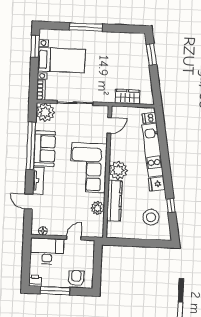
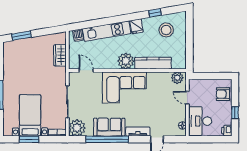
window: (35, 46) -> (29, 139), moved
plant: (98, 208) -> (177, 78), moved
window: (55, 291) -> (235, 113), width x0.46

